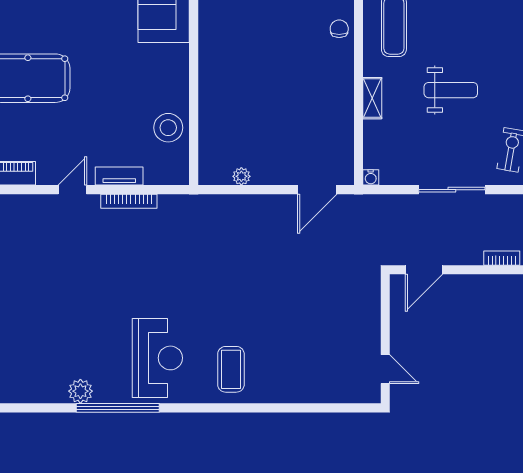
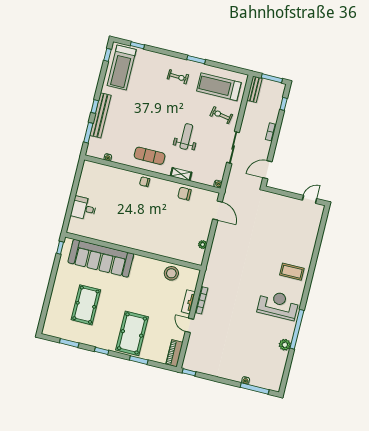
chair: (335, 115) -> (184, 194), added
door: (424, 270) -> (267, 170), swing flipped

